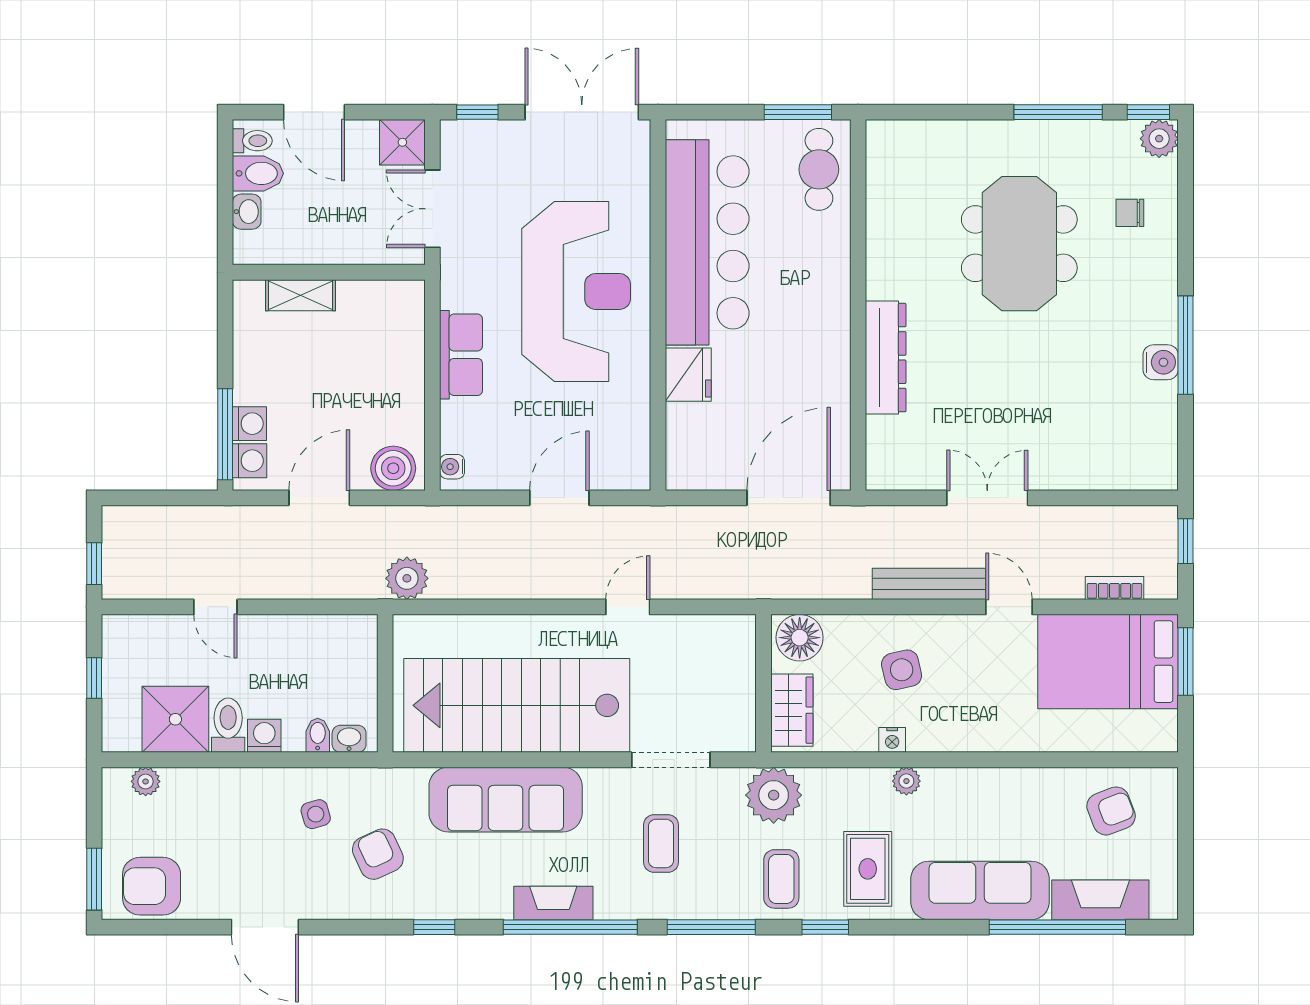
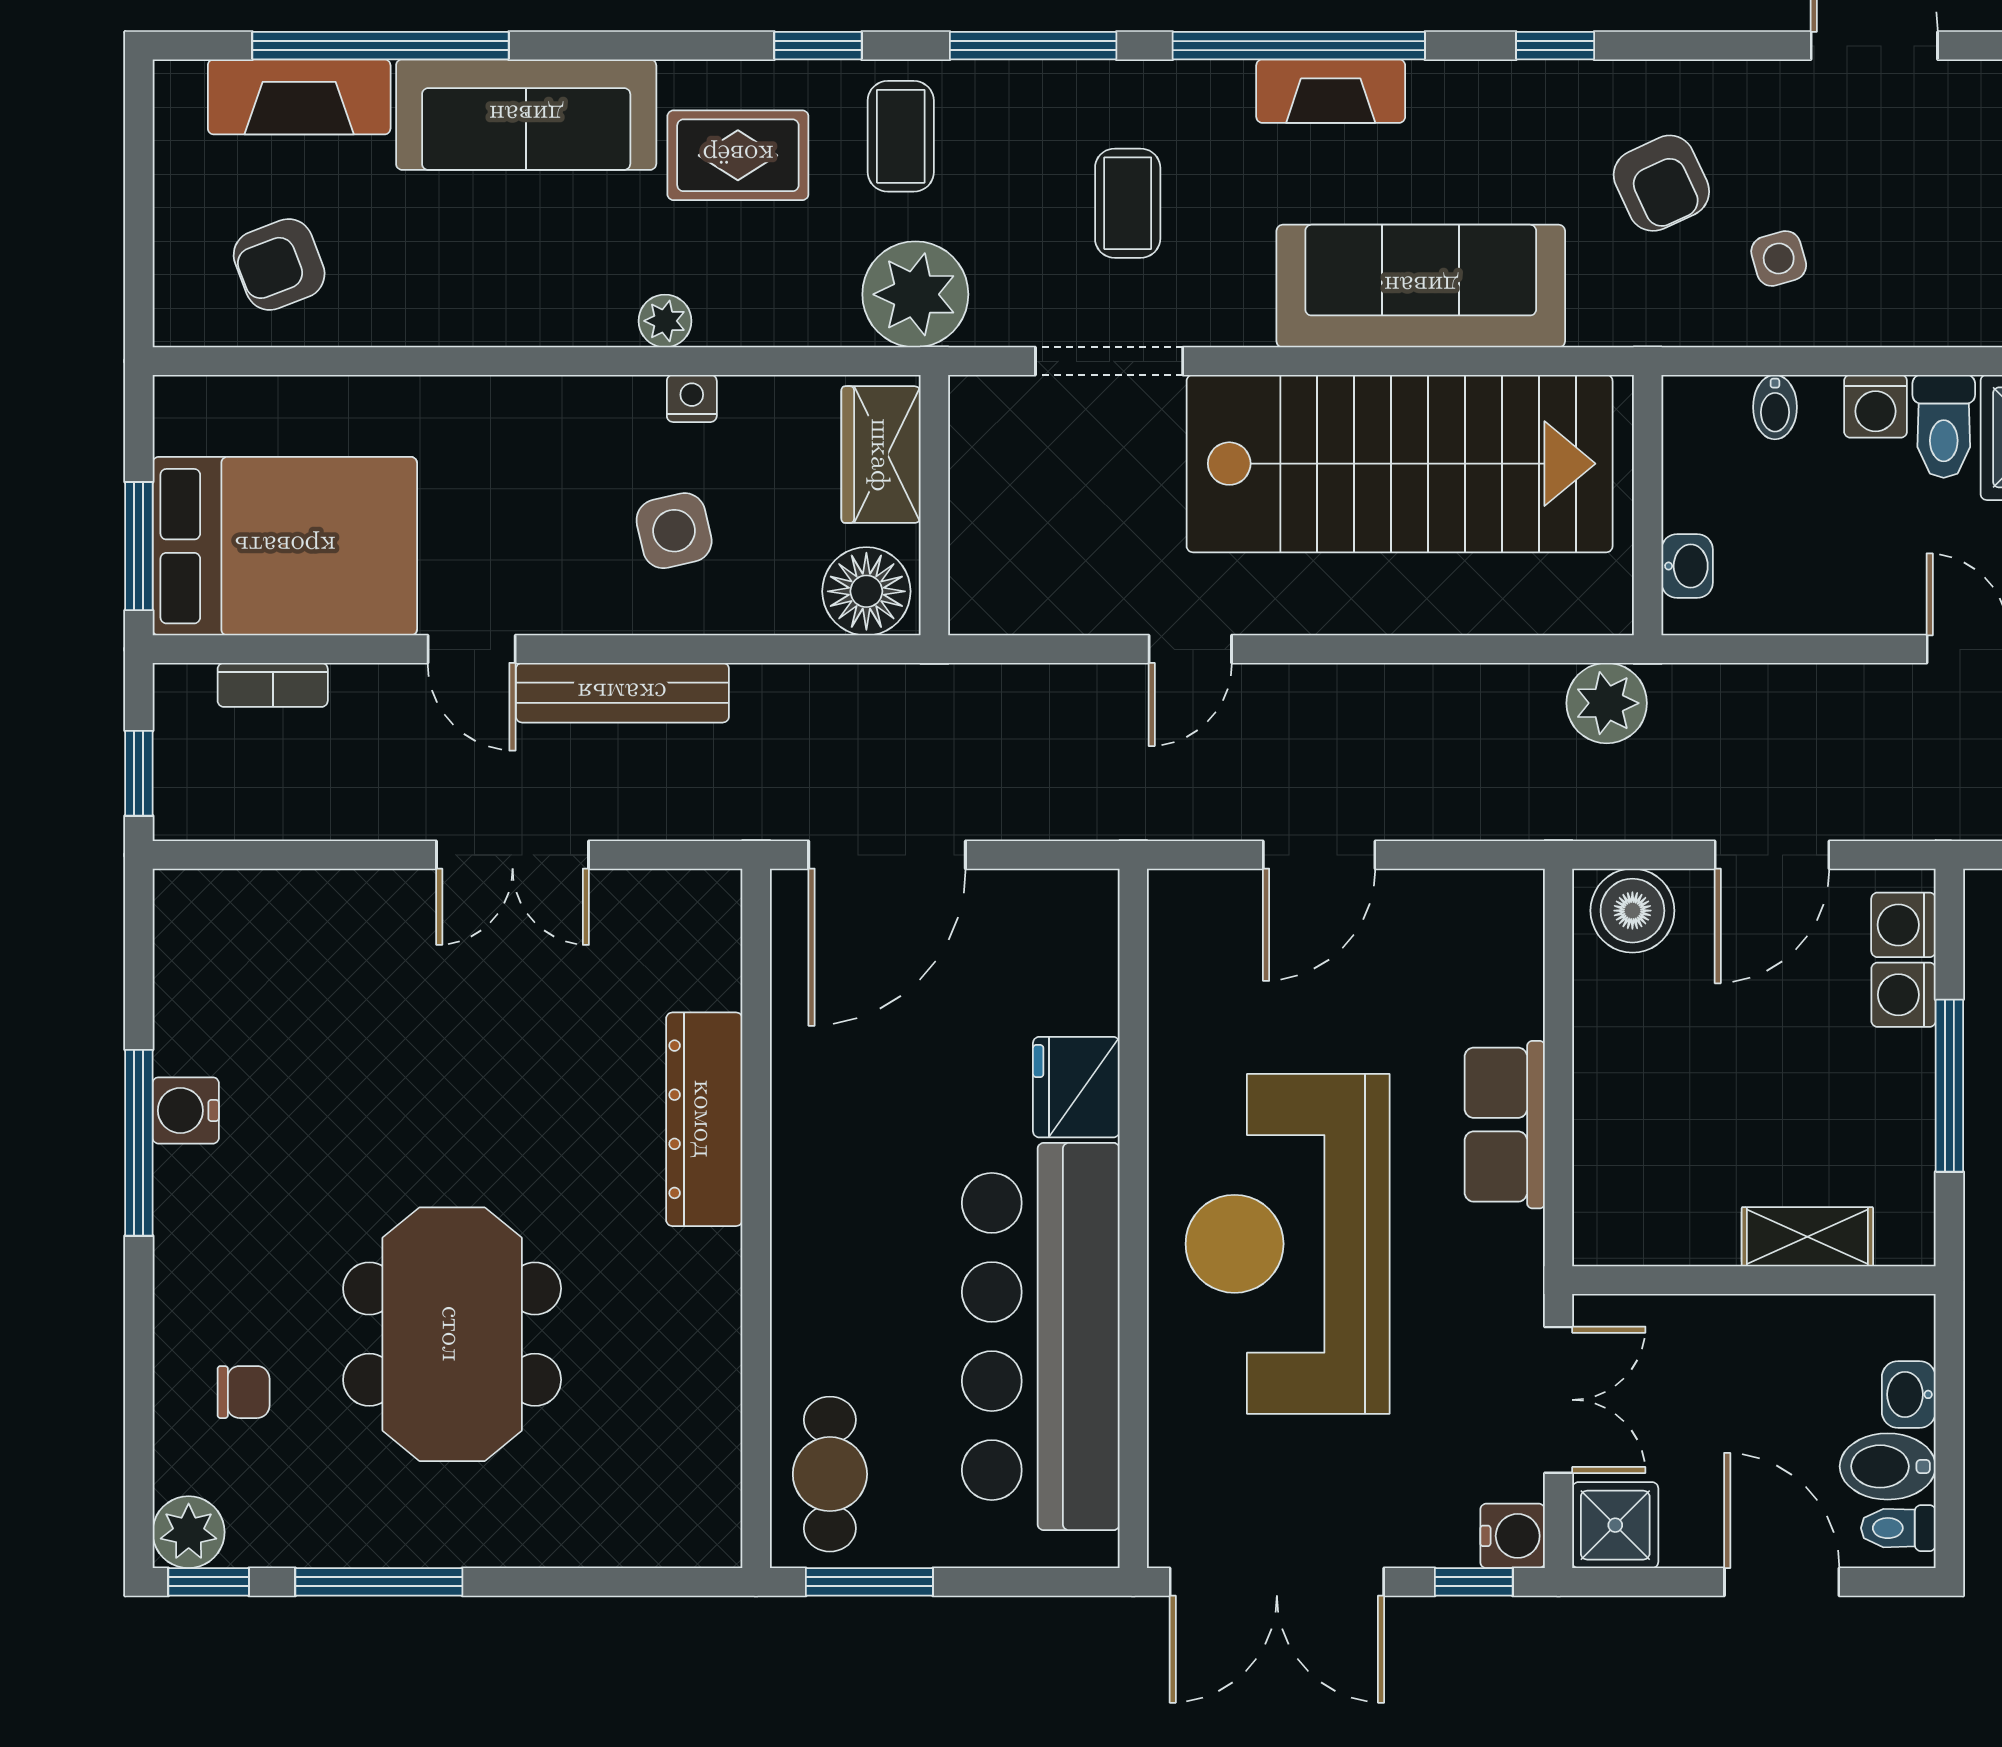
window: (225, 434) -> (1949, 1086), moved
water cooler: (452, 467) -> (1513, 1536), moved, width x1.38, depth x1.38
washbasin: (349, 739) -> (1687, 566), moved, turned -90
rug: (868, 869) -> (738, 155), turned 90

